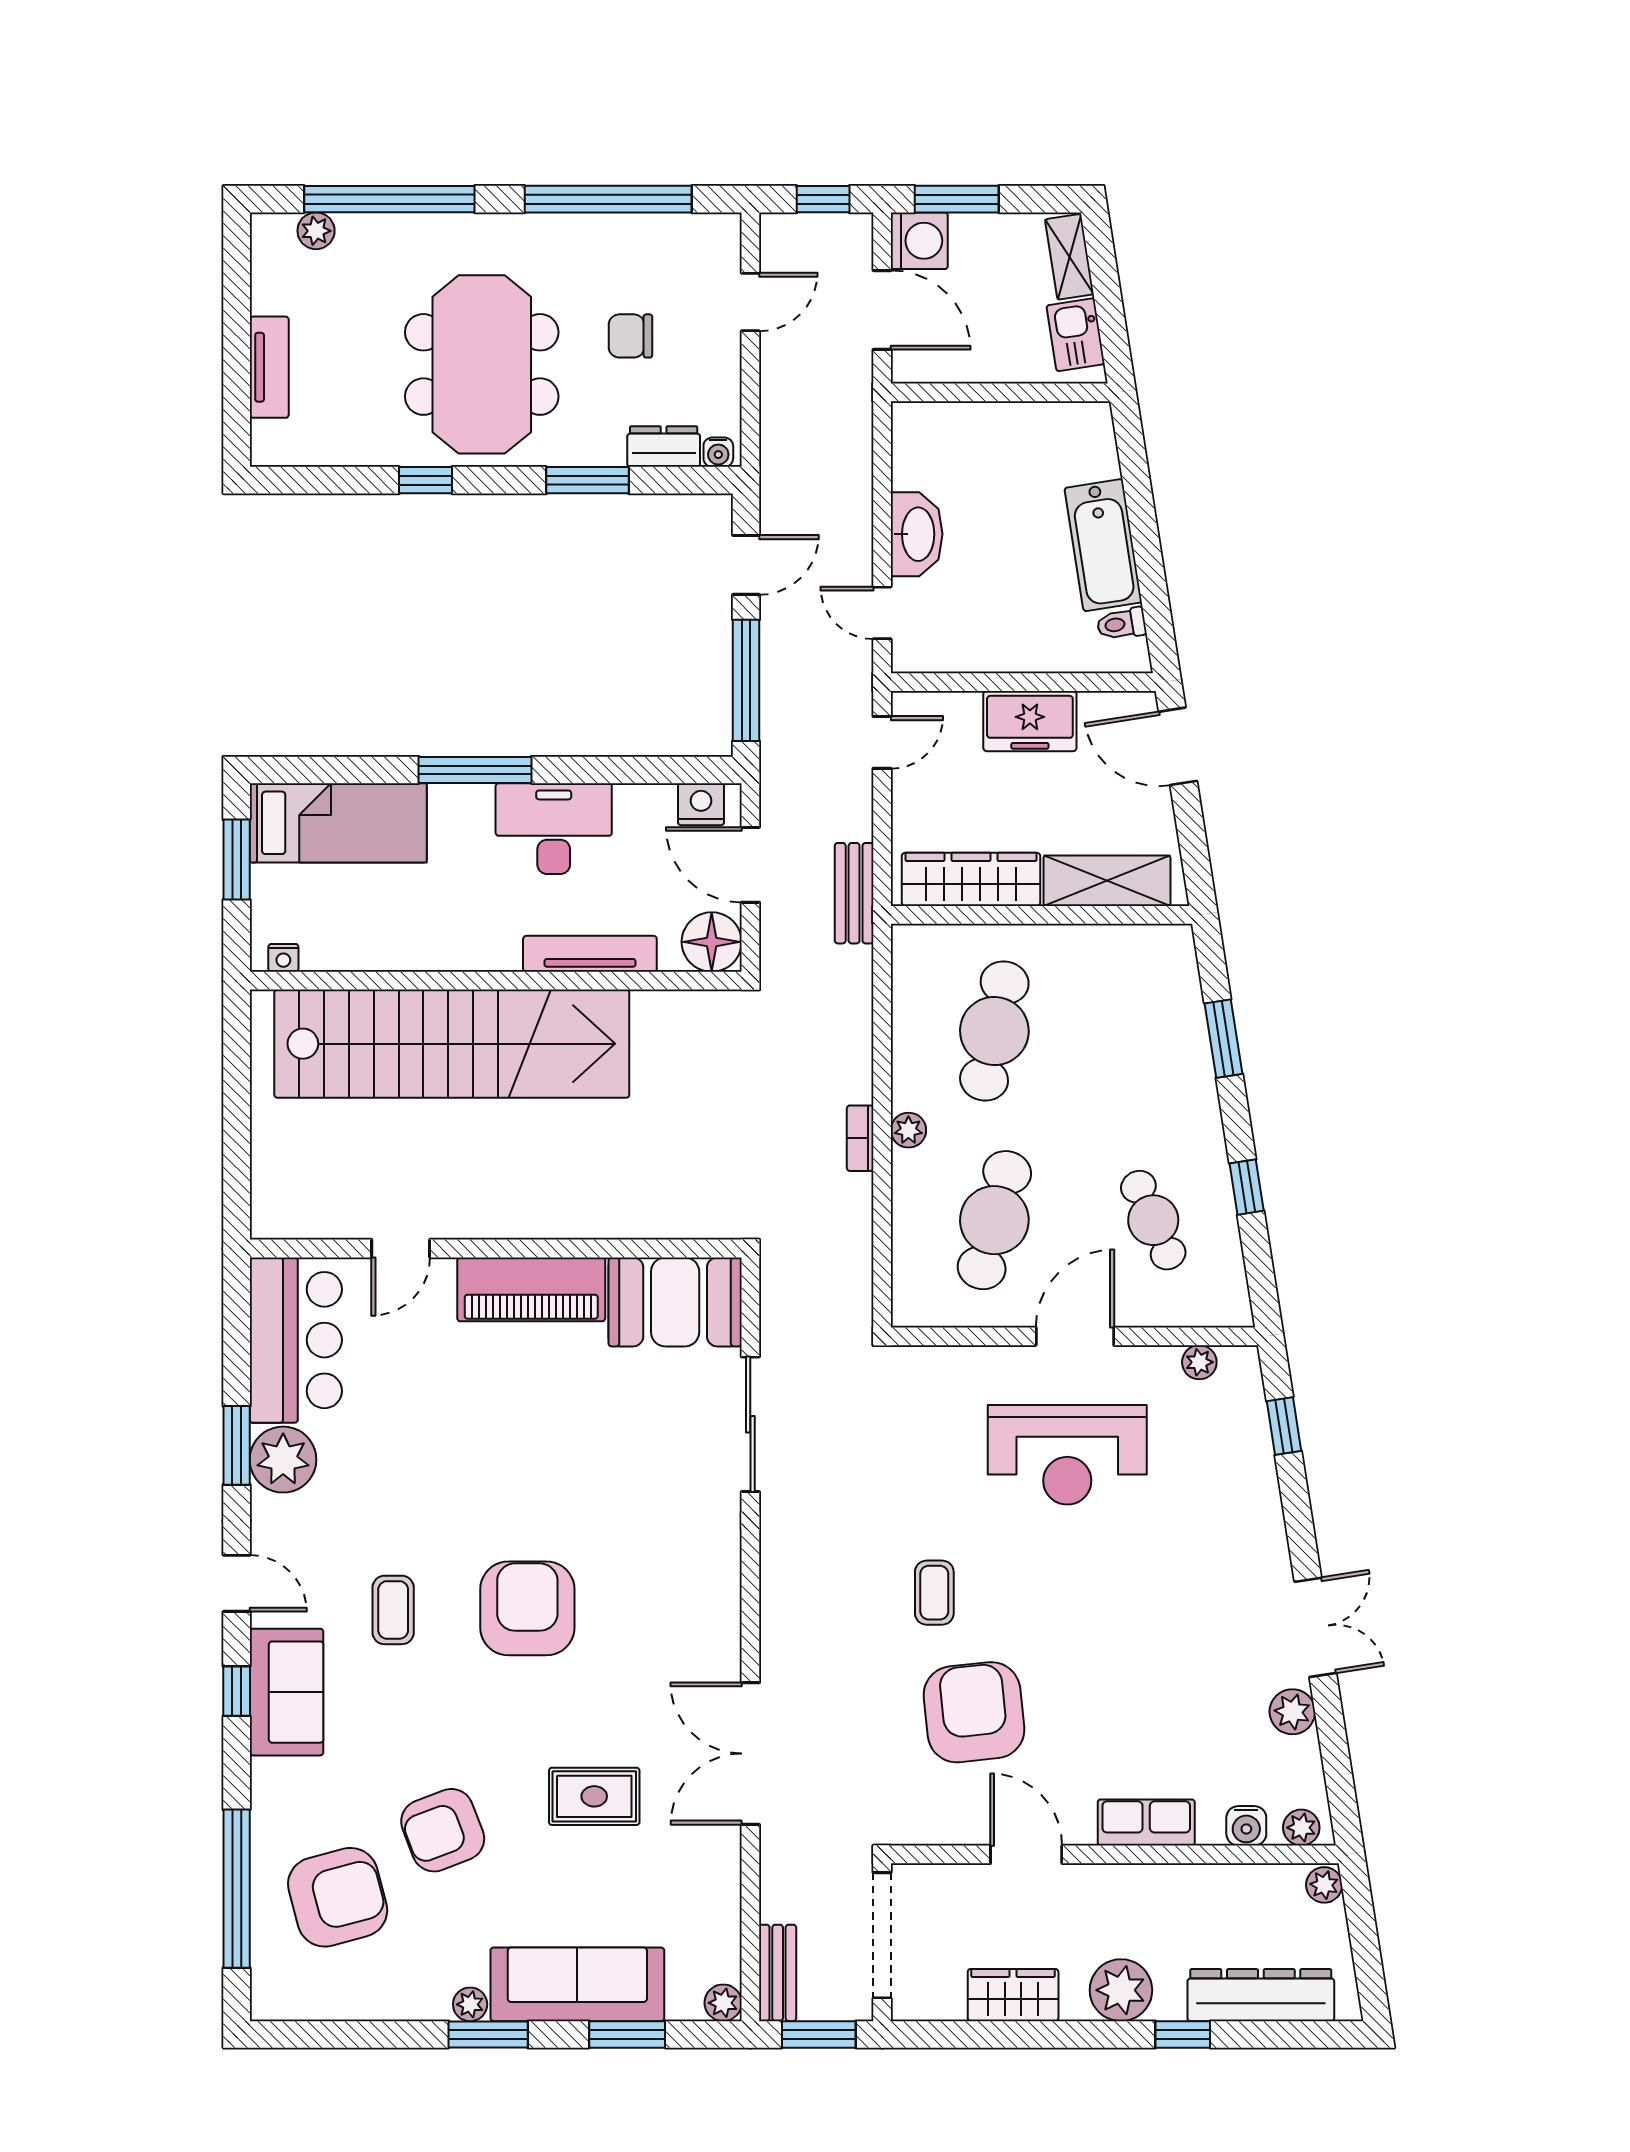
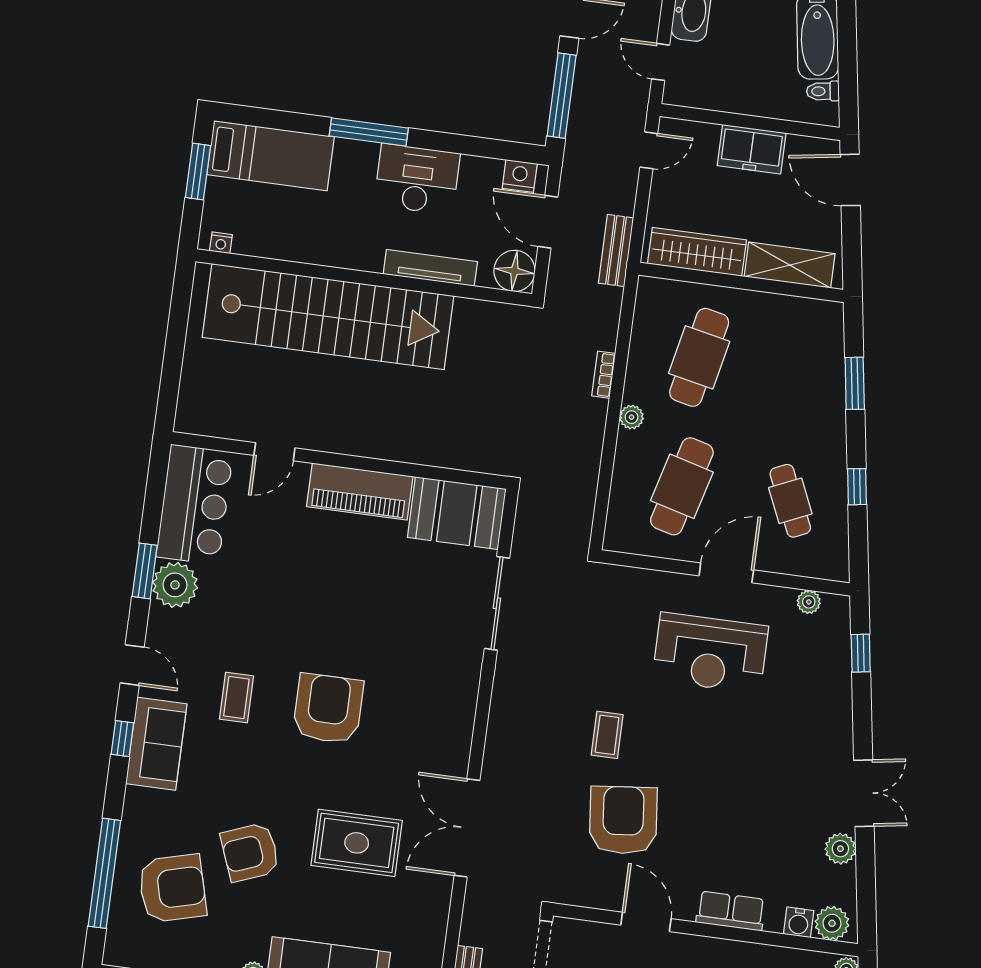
bookcase: (860, 1138) -> (604, 375), moved
rug: (594, 1796) -> (357, 843), width x1.36, depth x1.43
plant: (1301, 1828) -> (832, 923), width x1.38, depth x1.38

